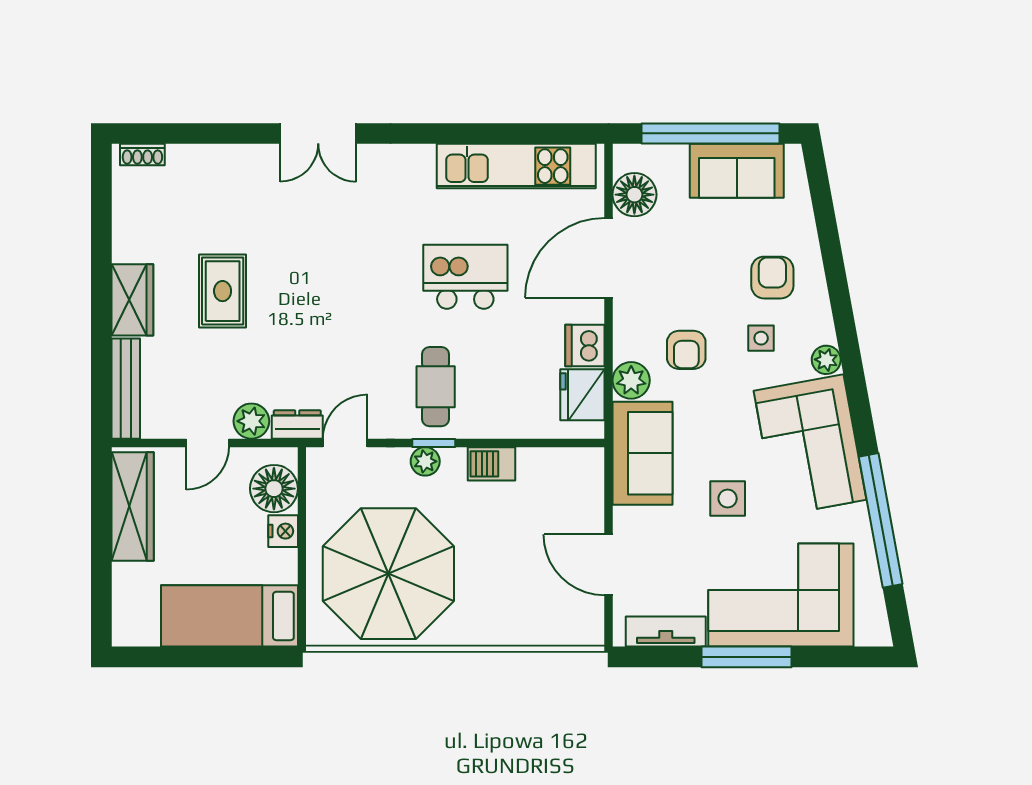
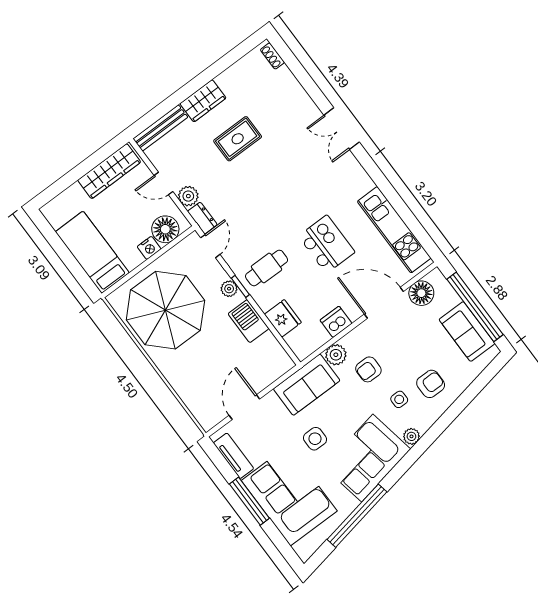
fridge: (582, 395) -> (283, 318), moved, turned 90
door: (345, 443) -> (210, 246), hinge flipped
barbecue: (491, 464) -> (248, 321), width x1.38, depth x1.27

